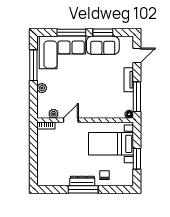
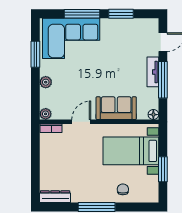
sofa: (103, 45) -> (116, 108), moved, turned 180
window: (33, 65) -> (35, 54), width x0.69
window: (137, 97) -> (163, 80), moved
plant: (53, 114) -> (46, 114), moved
dresser: (82, 181) -> (55, 197), moved

